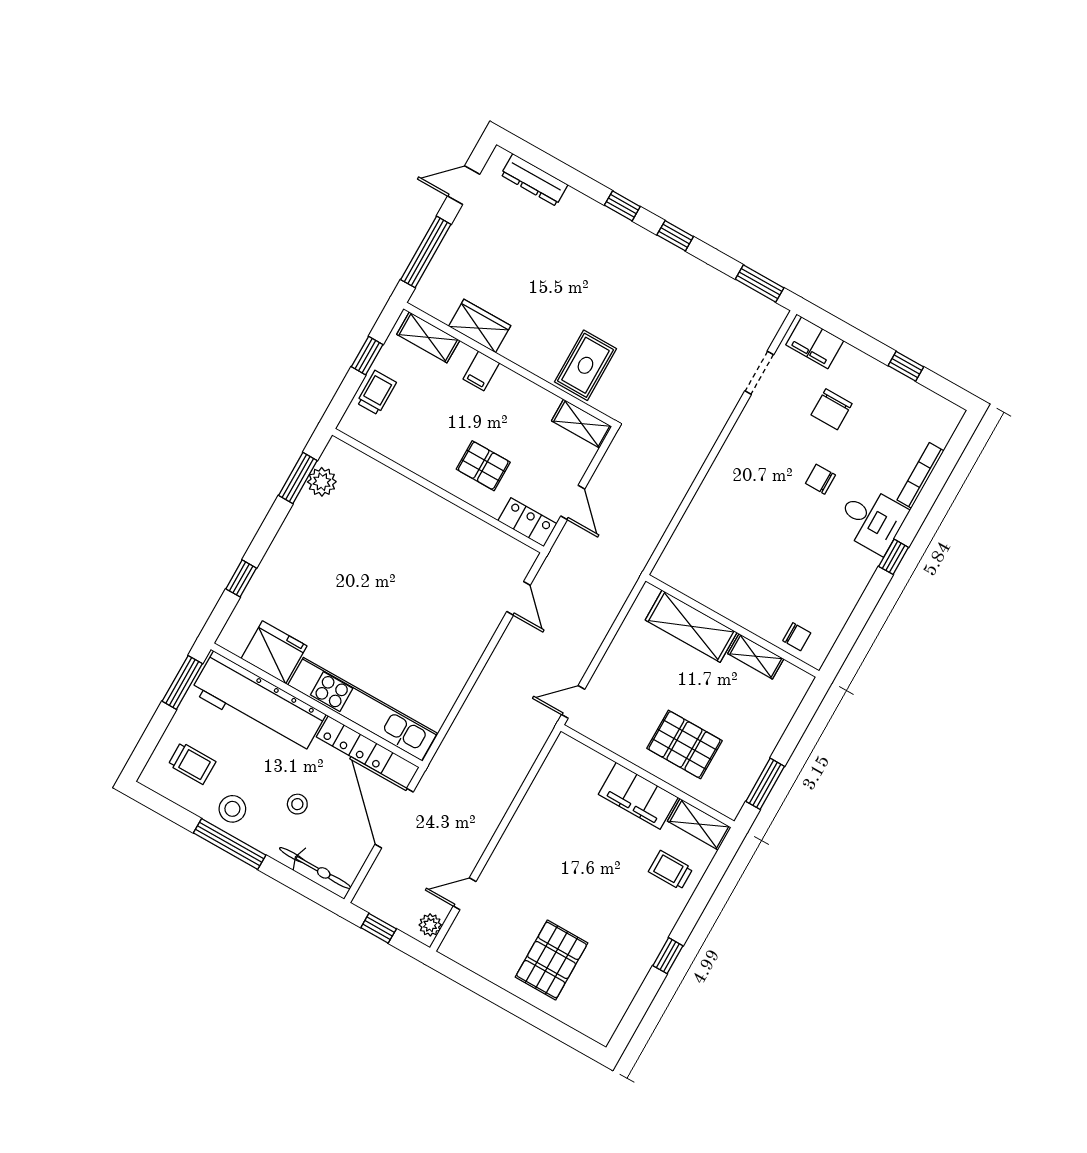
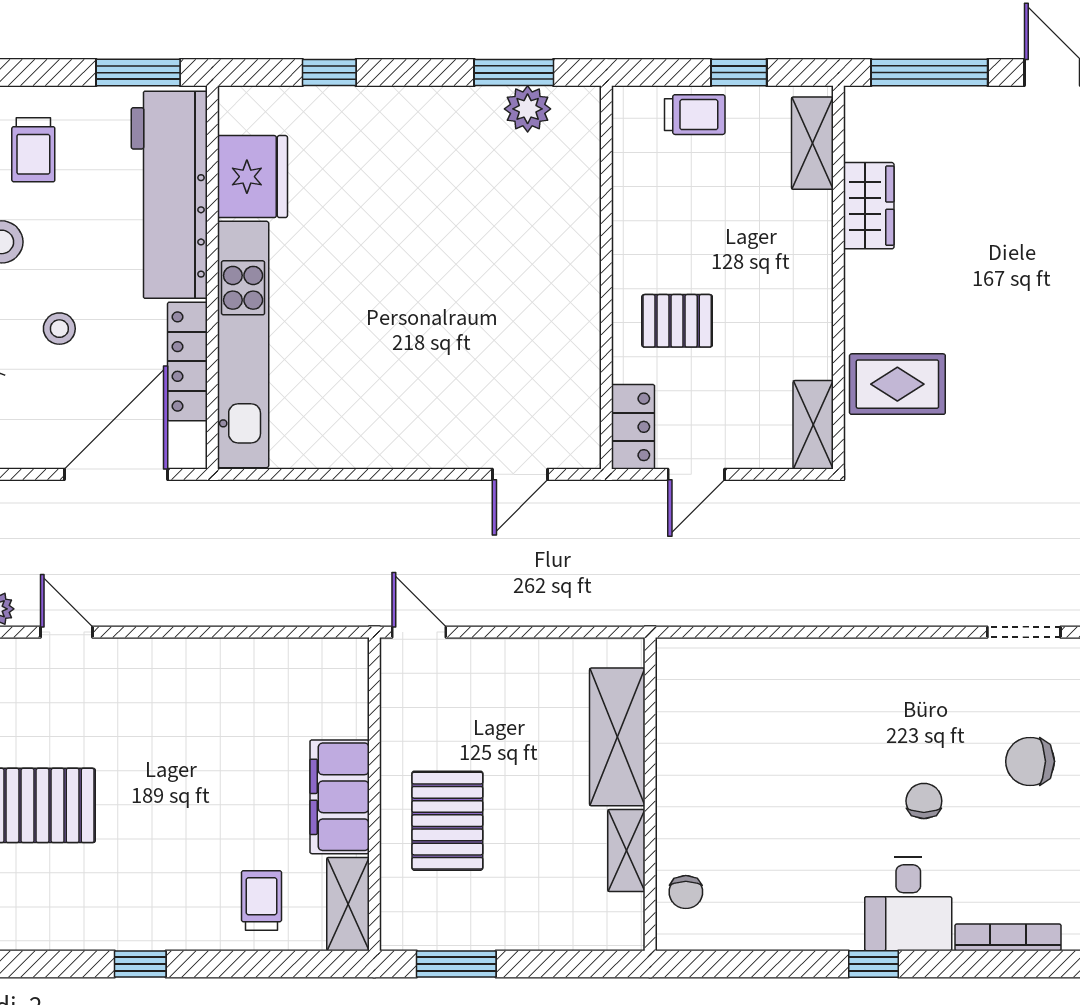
filing cabinet: (481, 371) -> (807, 243), removed
pallet: (483, 466) -> (677, 321), turned 90

